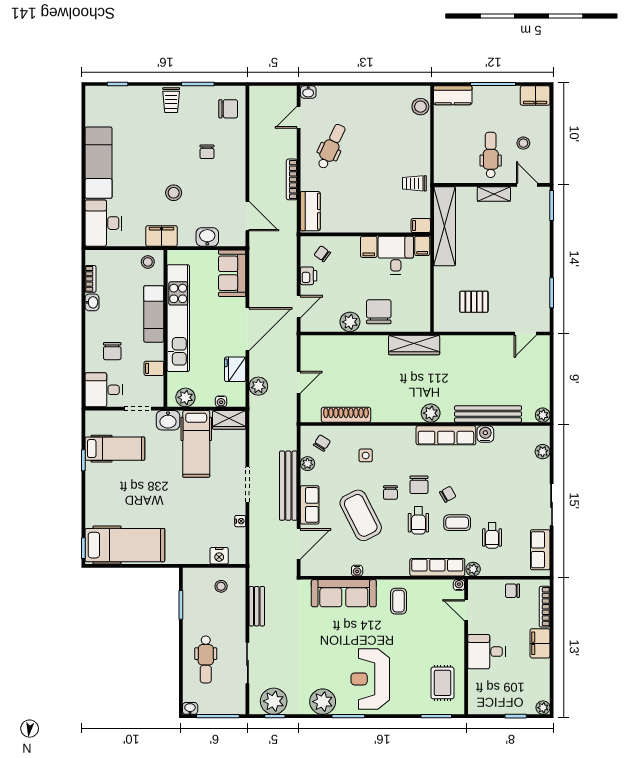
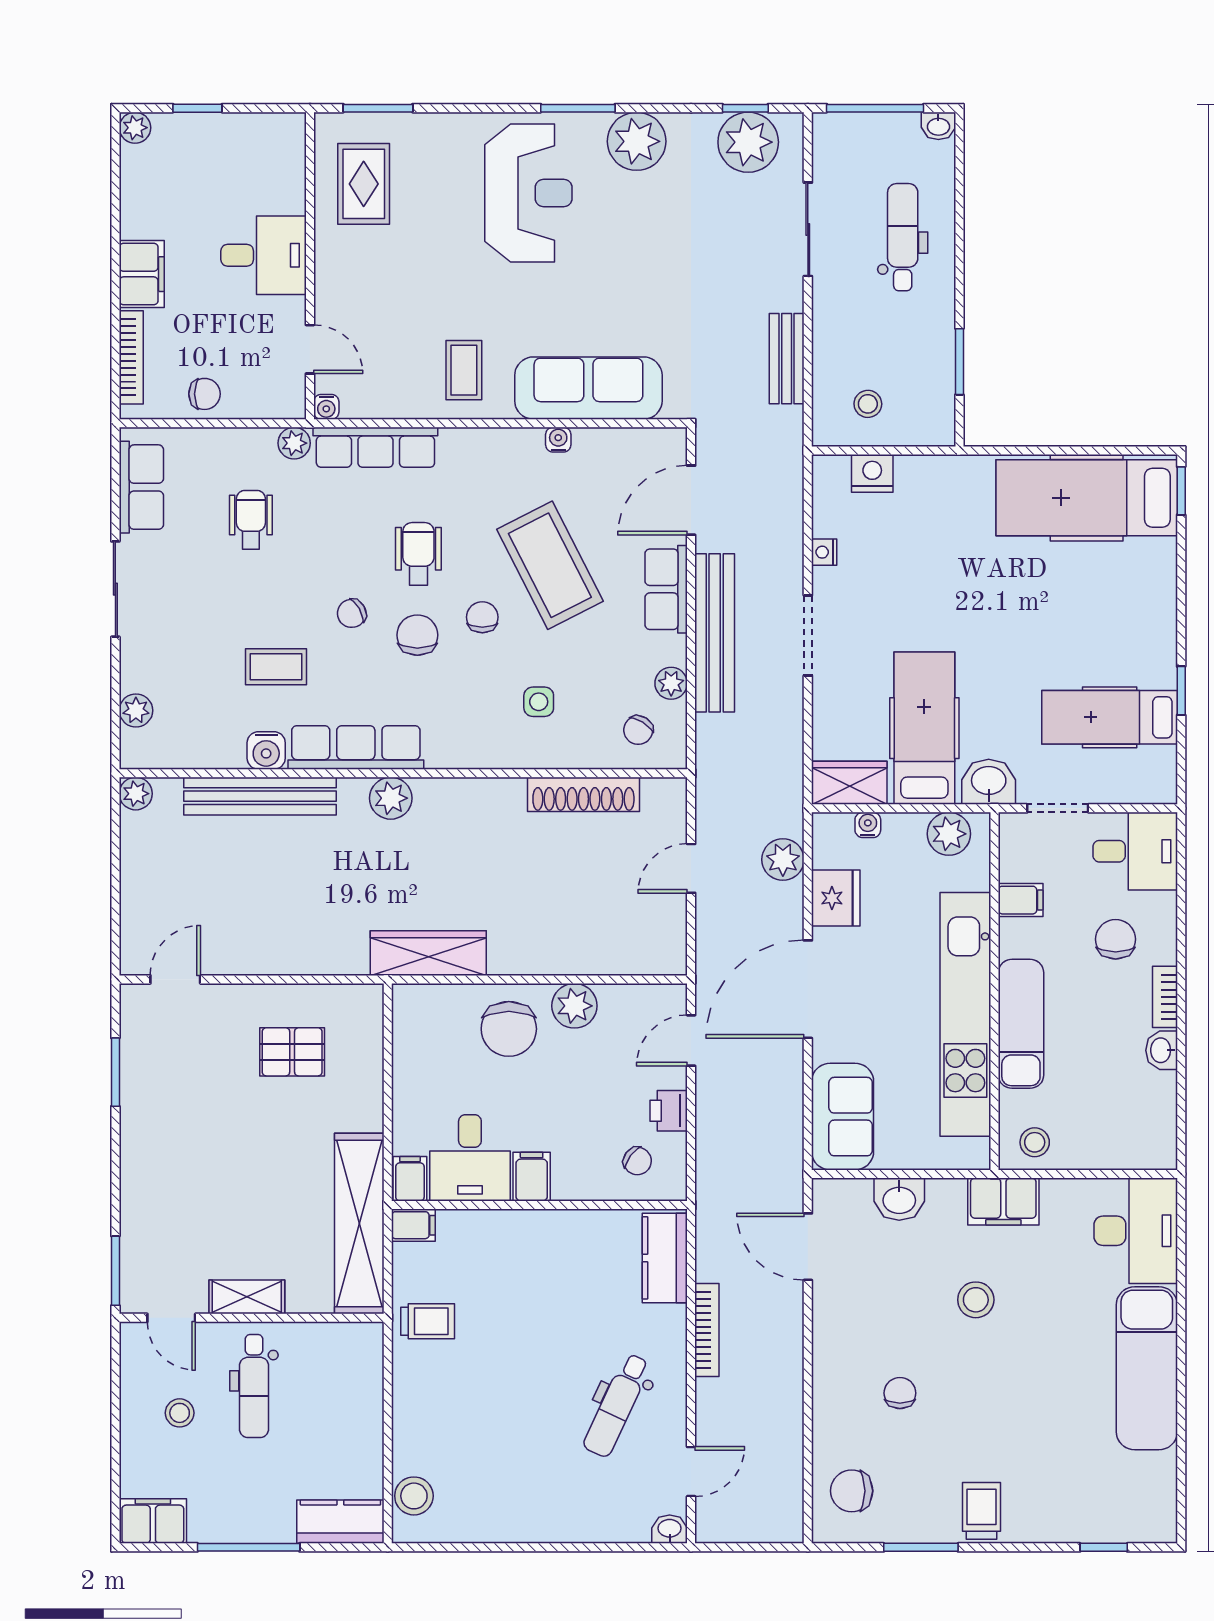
bookcase: (91, 279) -> (1165, 997), moved
coffee table: (457, 523) -> (276, 667), moved

